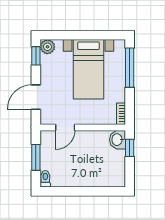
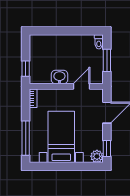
washbasin: (117, 140) -> (59, 77), moved, turned -90

